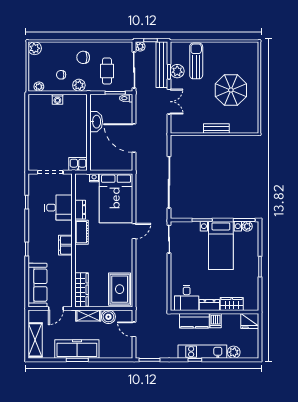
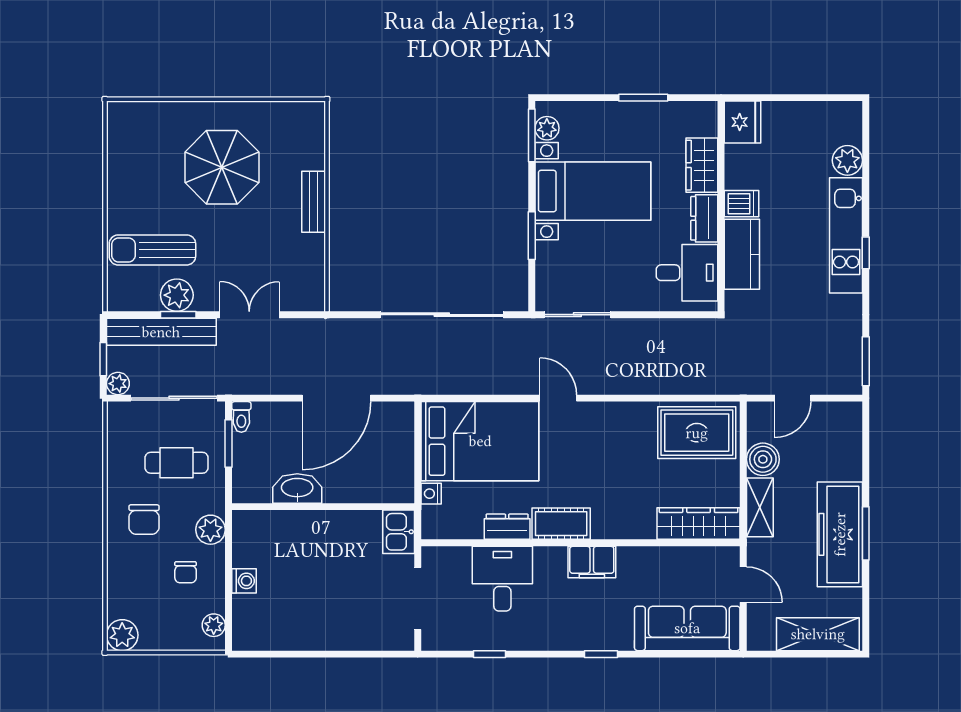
desk: (187, 298) -> (687, 273), moved
wardrobe: (232, 304) -> (702, 165), moved
dresser: (209, 305) -> (704, 218), moved
wall: (215, 312) -> (721, 206), moved
kitchen counter: (194, 321) -> (742, 254), moved
dishwasher: (216, 321) -> (741, 204), moved
fridge: (250, 321) -> (742, 122), moved

